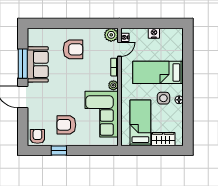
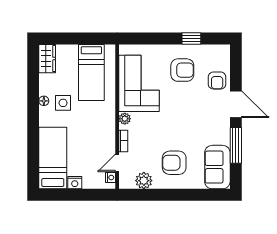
plant: (111, 35) -> (144, 181), moved
sofa: (38, 64) -> (217, 167), moved
bed: (158, 72) -> (53, 158), moved, turned -90
armchair: (37, 136) -> (217, 81), moved
wardrobe: (163, 139) -> (47, 59), moved, turned -90

